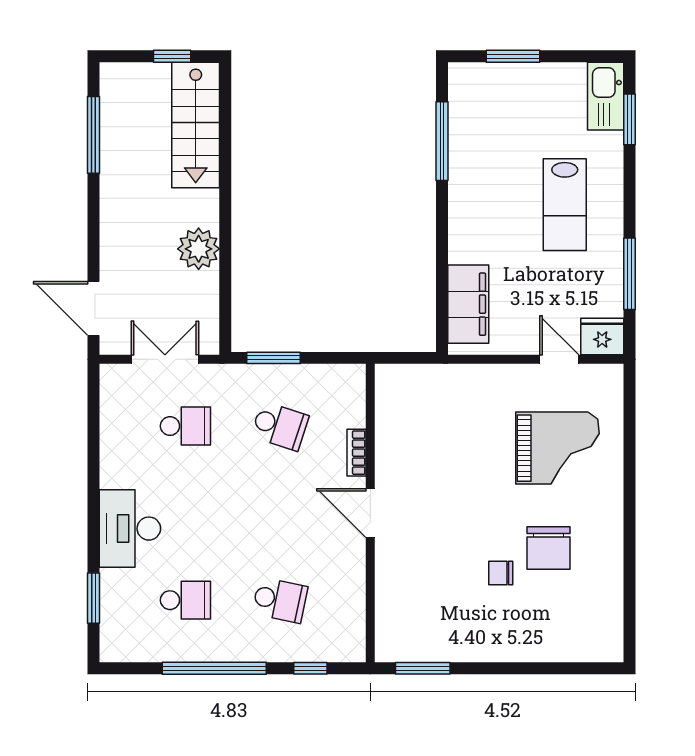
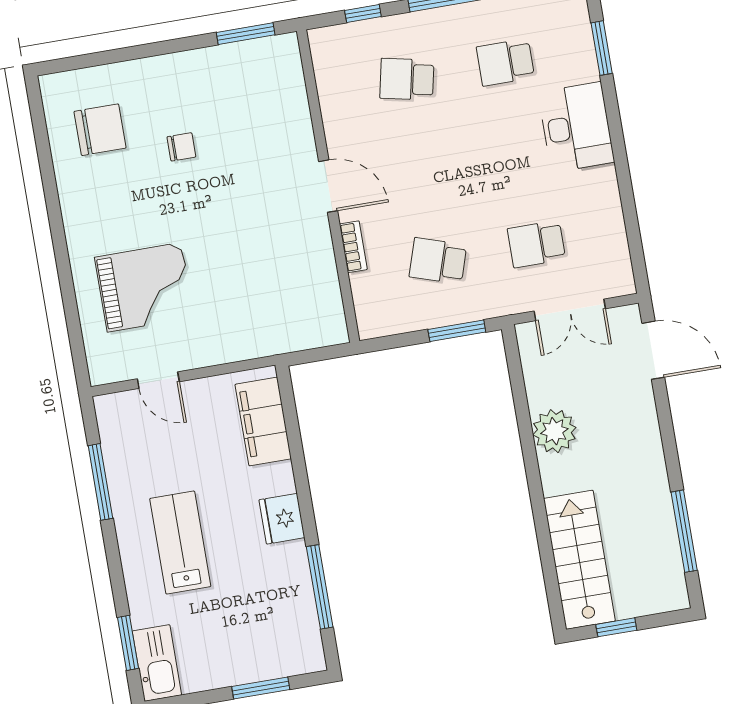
fridge: (602, 337) -> (282, 519), moved, turned 90
grand piano: (558, 448) -> (144, 287), turned 180
chair: (548, 548) -> (100, 130), moved, turned 90

